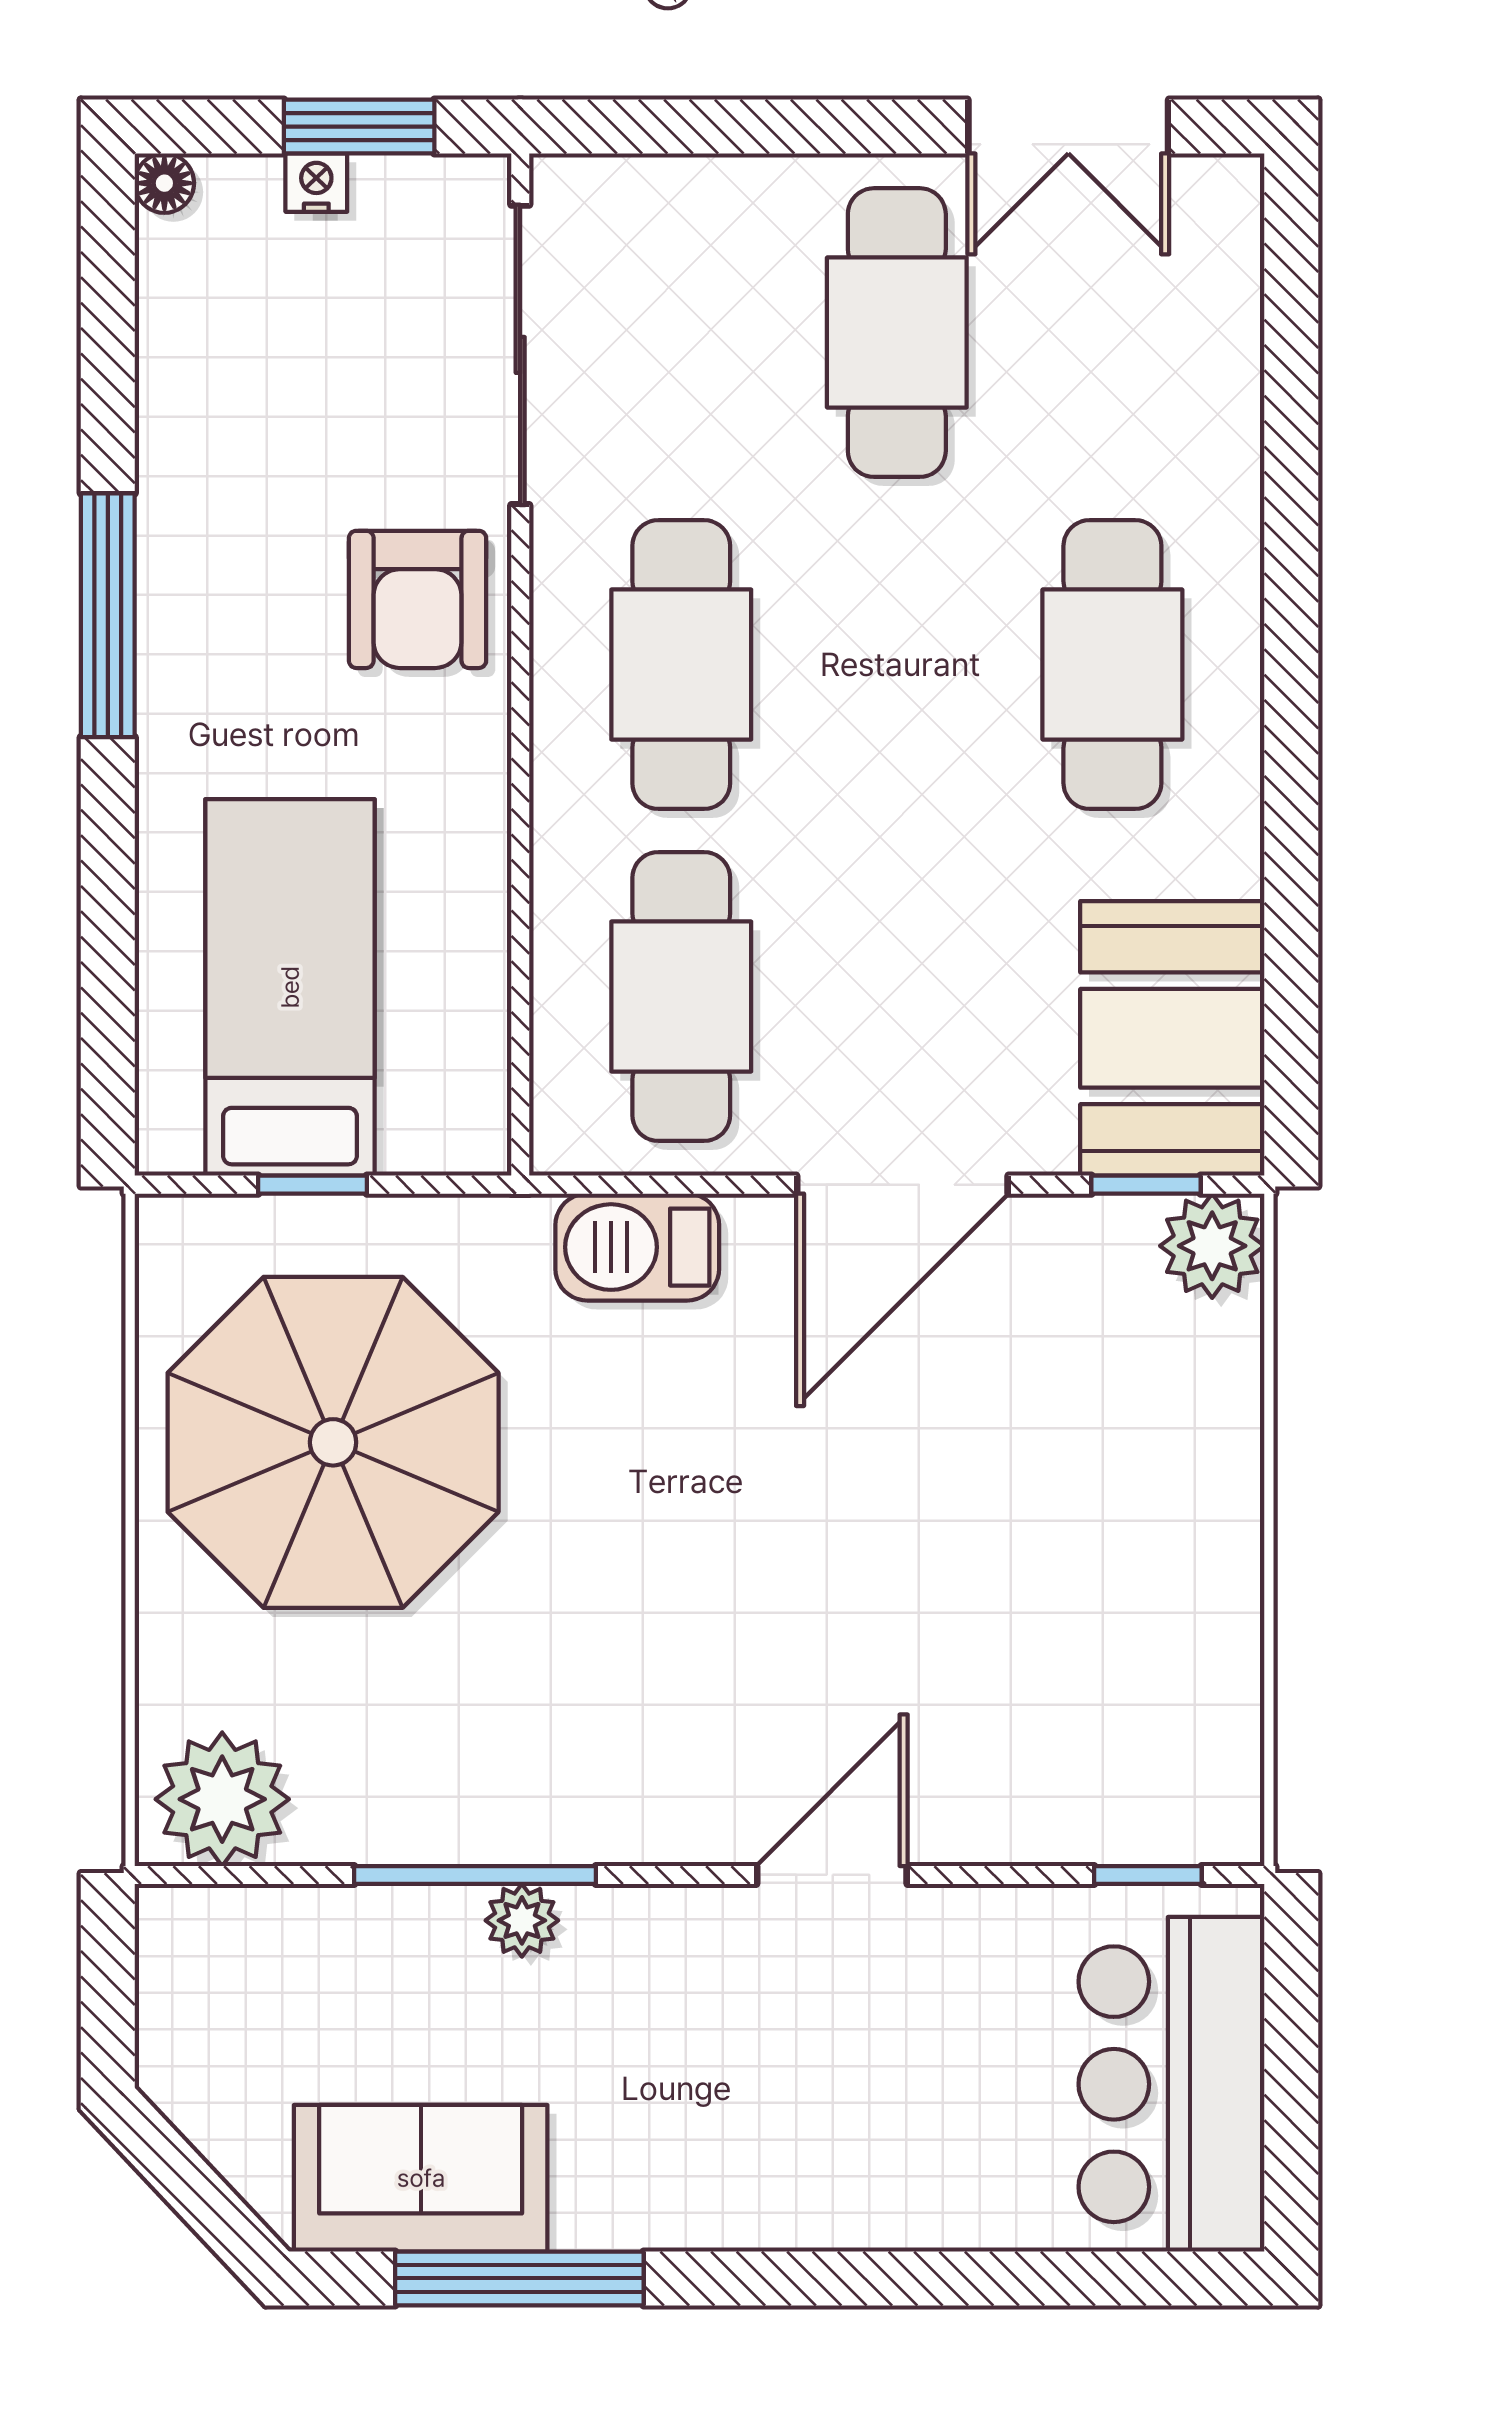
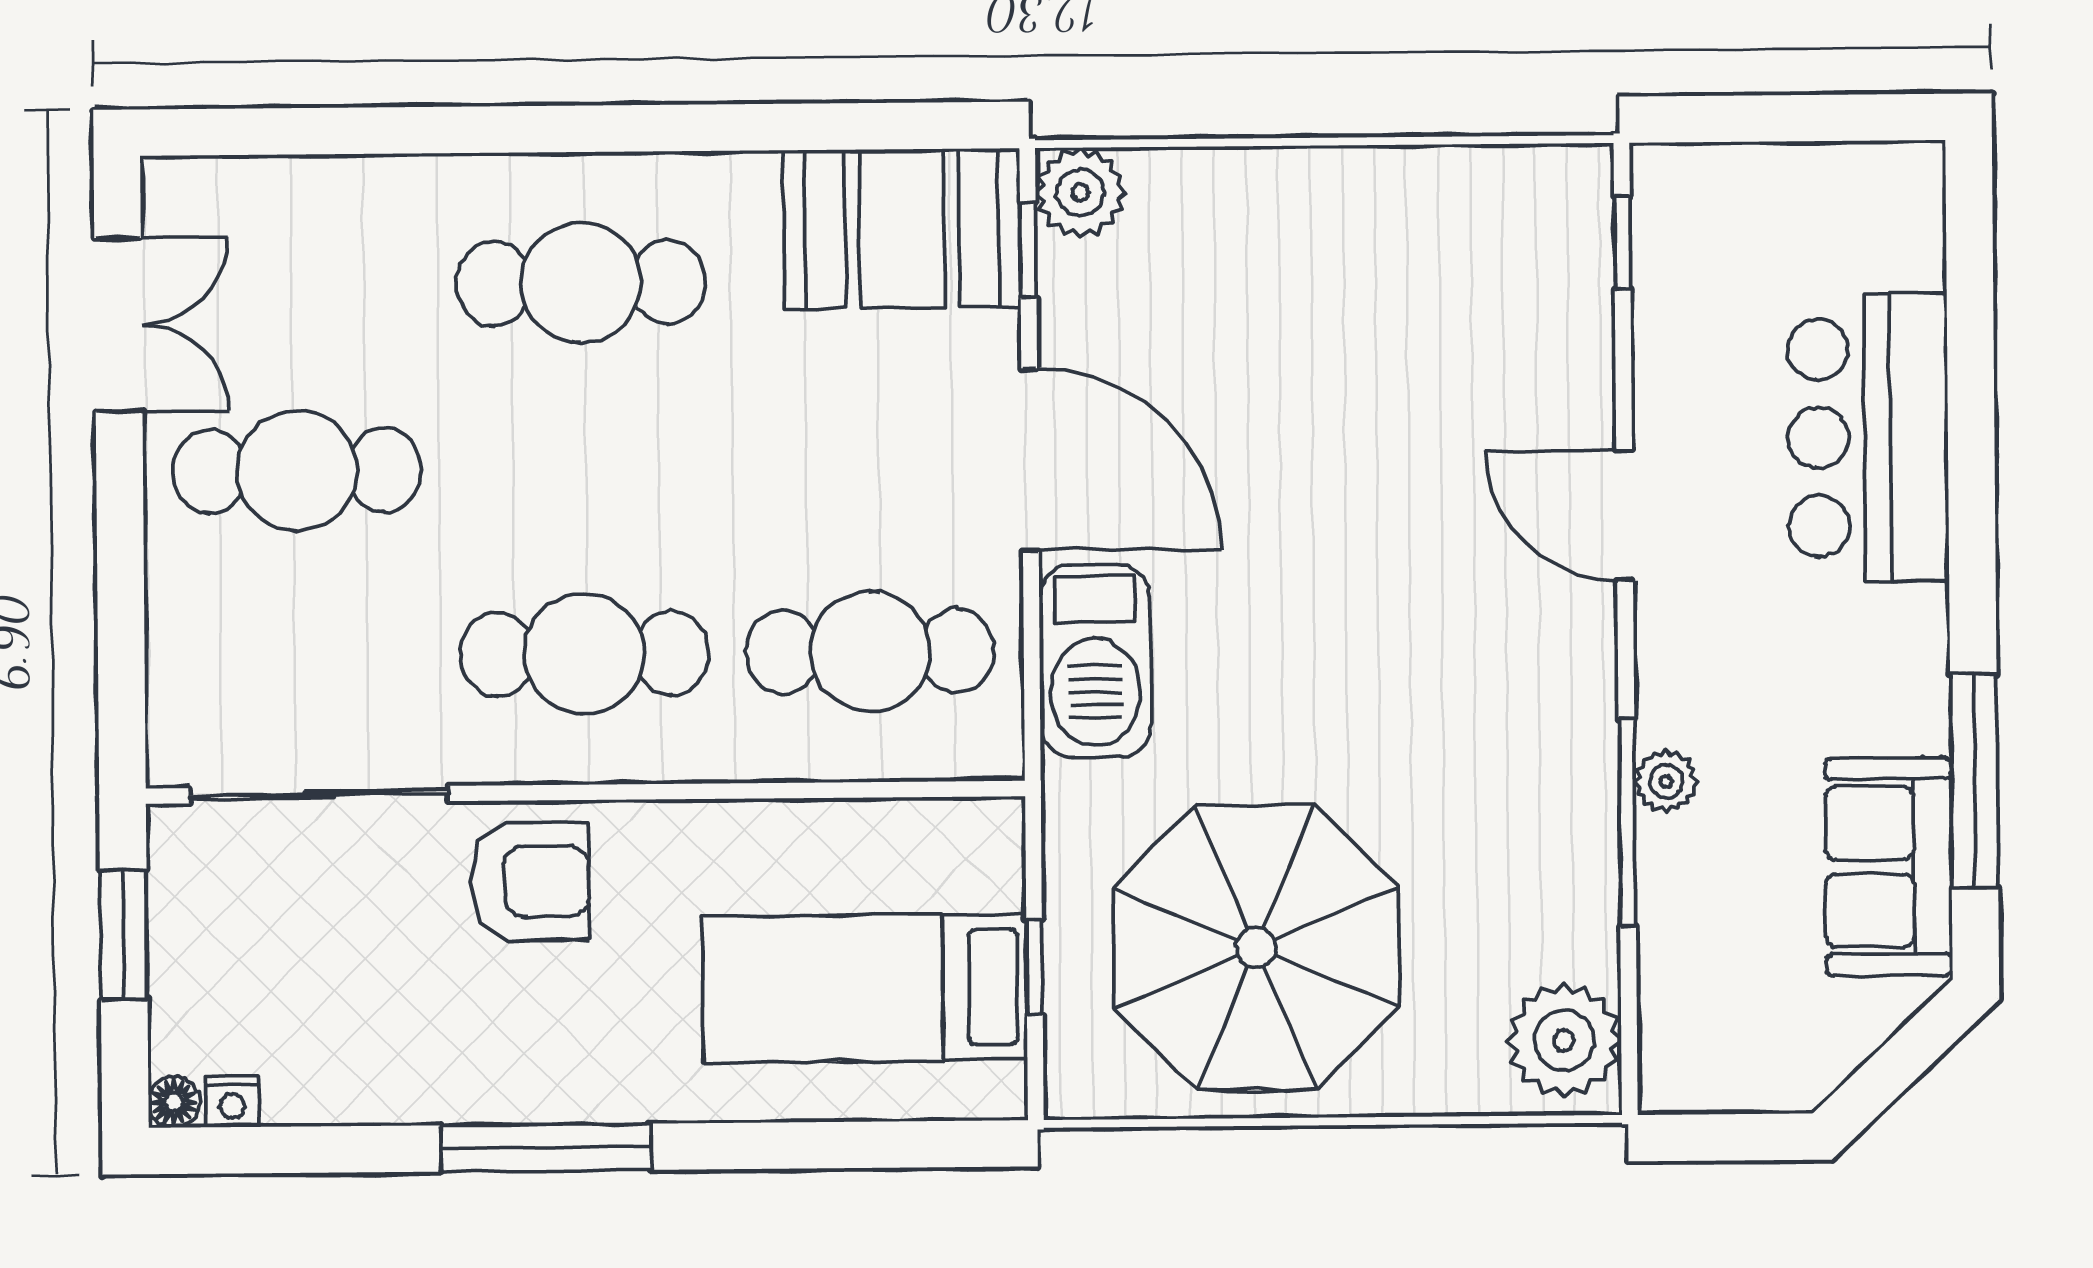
nightstand: (316, 183) -> (232, 1102), moved, turned -90
barbecue: (637, 1247) -> (1095, 661), width x1.37, depth x1.21
bar counter: (1171, 2084) -> (1868, 437), moved, turned 90

